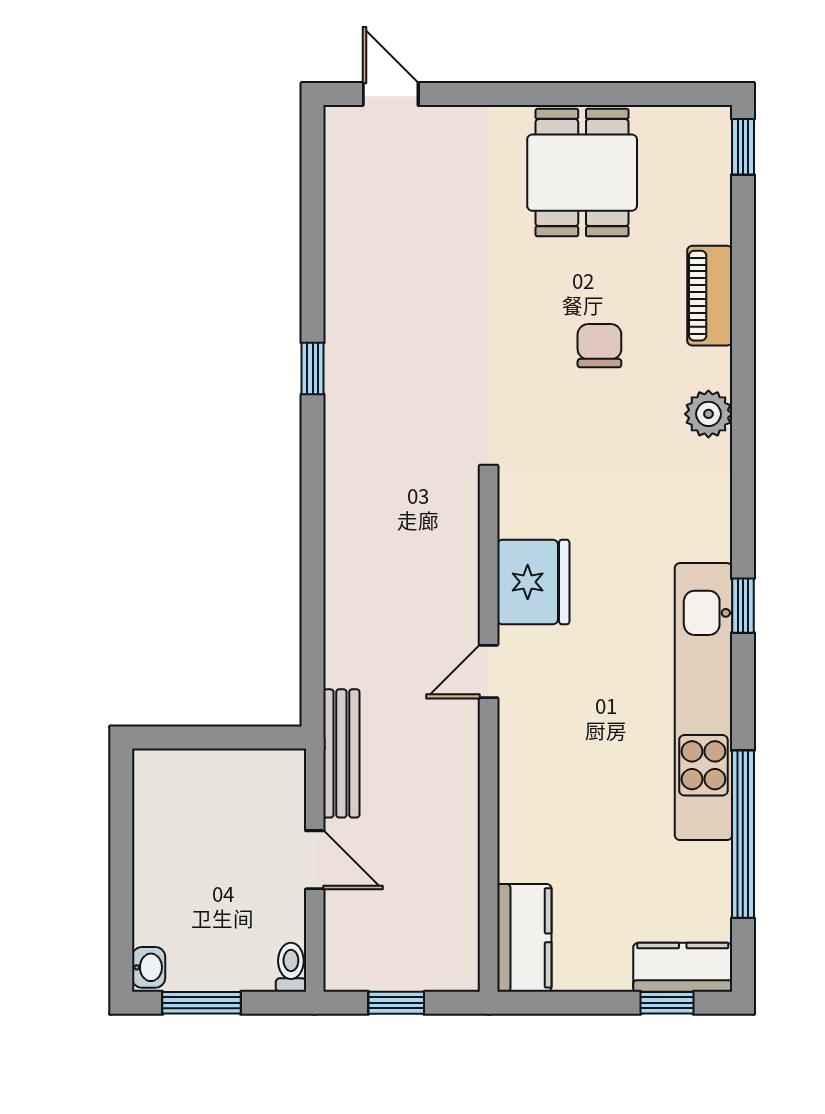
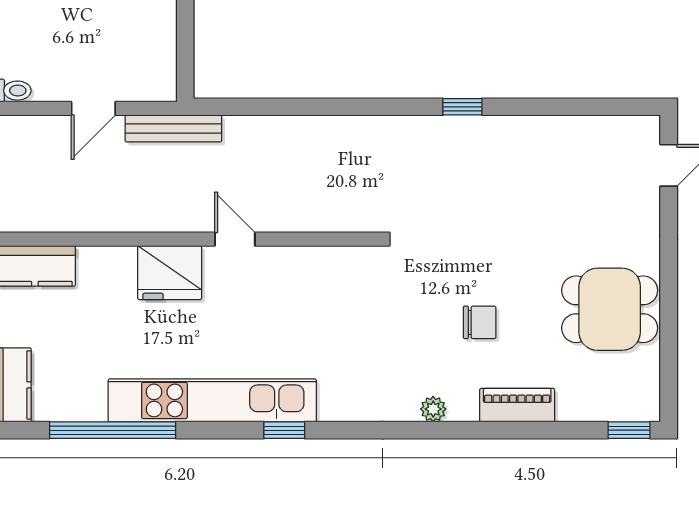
plant: (708, 414) -> (433, 409), width x0.73, depth x0.73
fridge: (533, 582) -> (170, 273), moved

